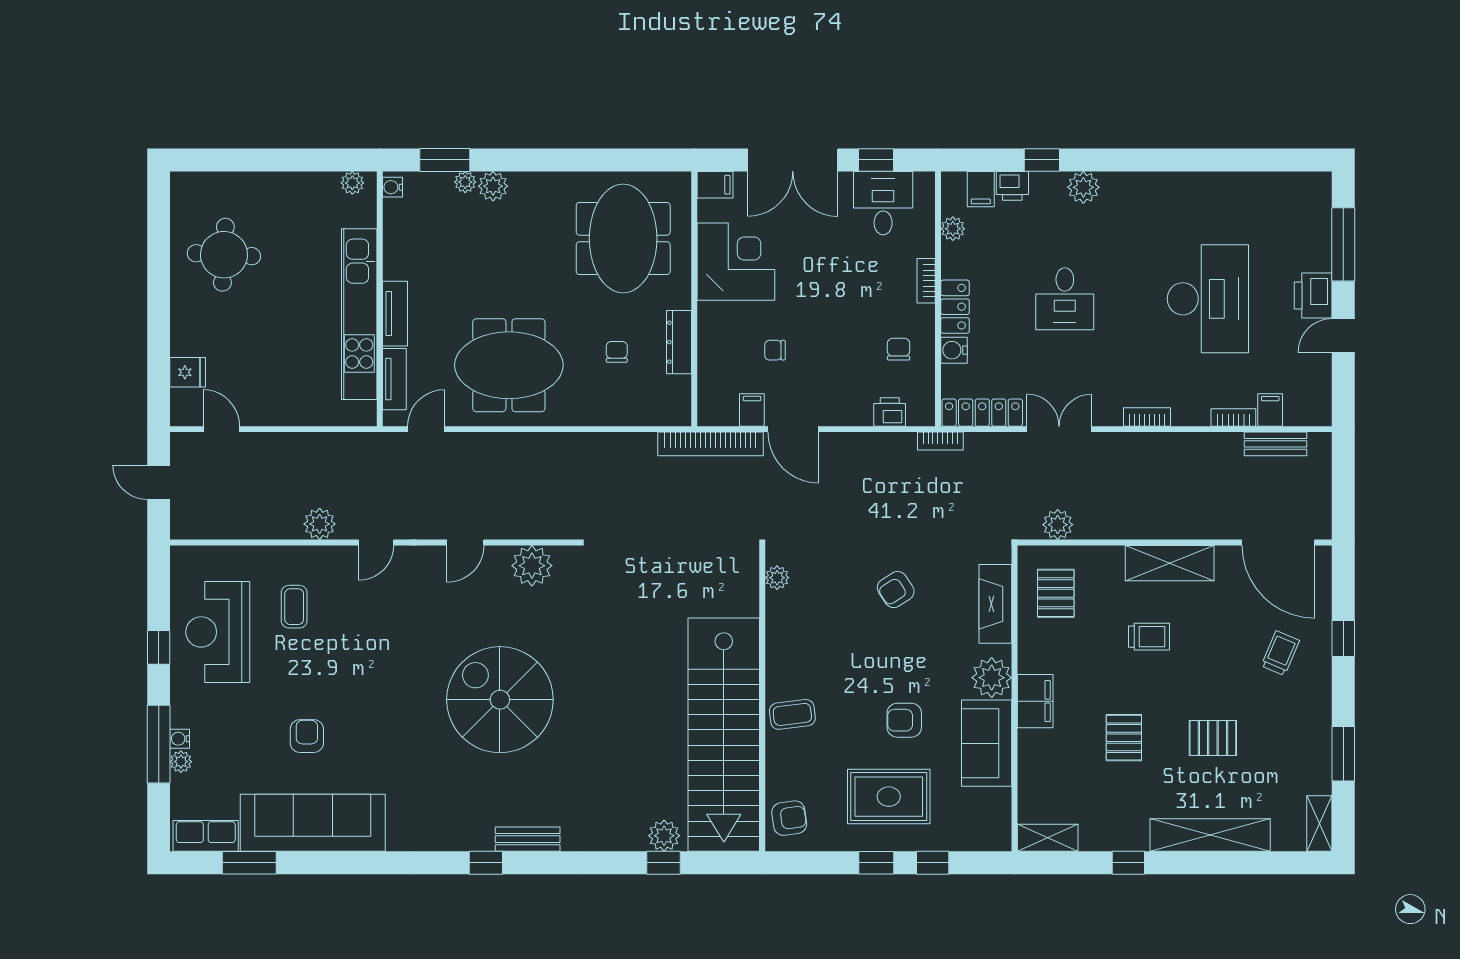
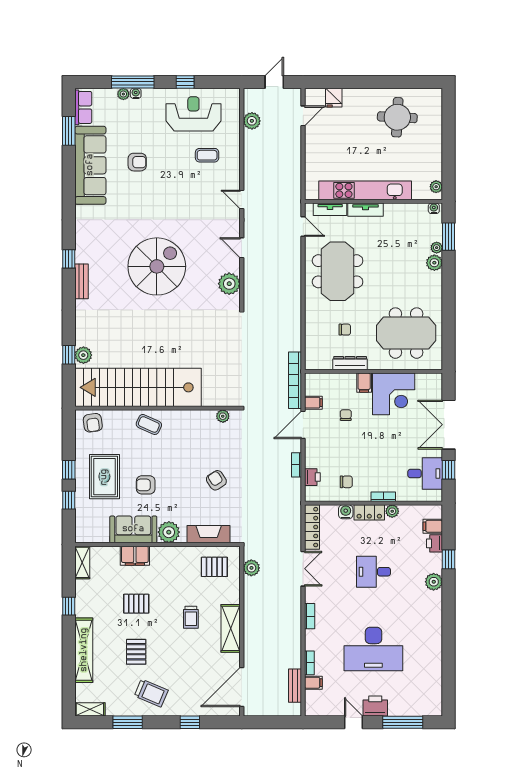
filing cabinet: (715, 185) -> (364, 383), moved
plant: (953, 229) -> (392, 511), moved
bookcase: (940, 441) -> (297, 465), moved
plant: (320, 524) -> (252, 121), moved
trolley: (1280, 653) -> (151, 693), moved, width x1.36, depth x1.39
filing cabinet: (1035, 701) -> (135, 556), moved
coffee table: (792, 714) -> (149, 424), turned -59
armchair: (904, 720) -> (146, 485), turned -90

